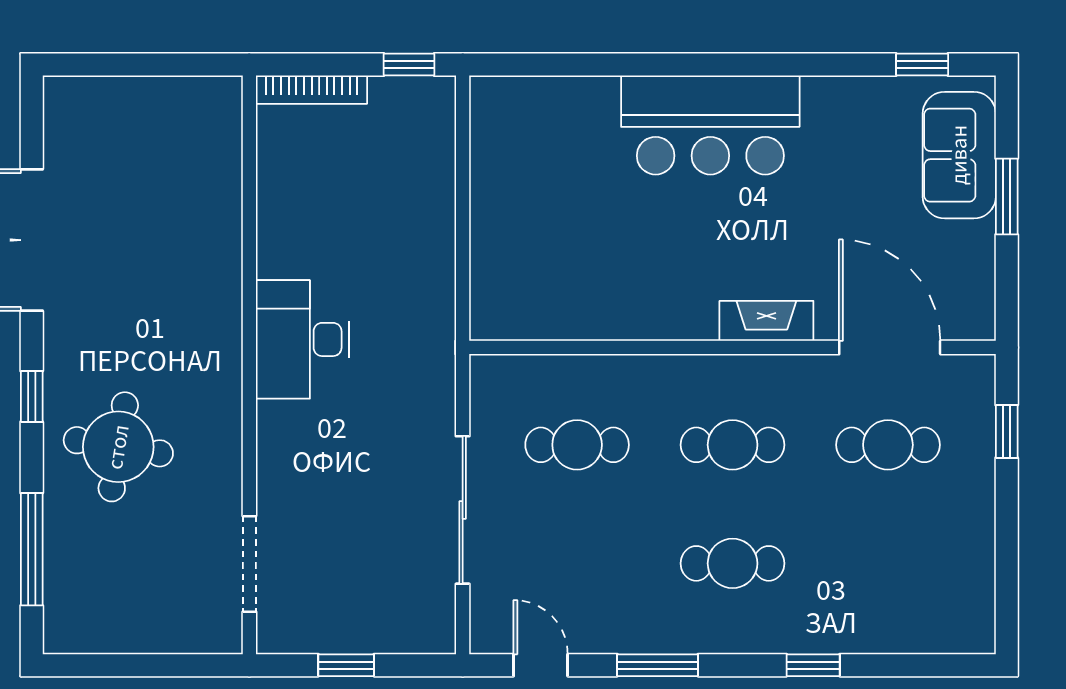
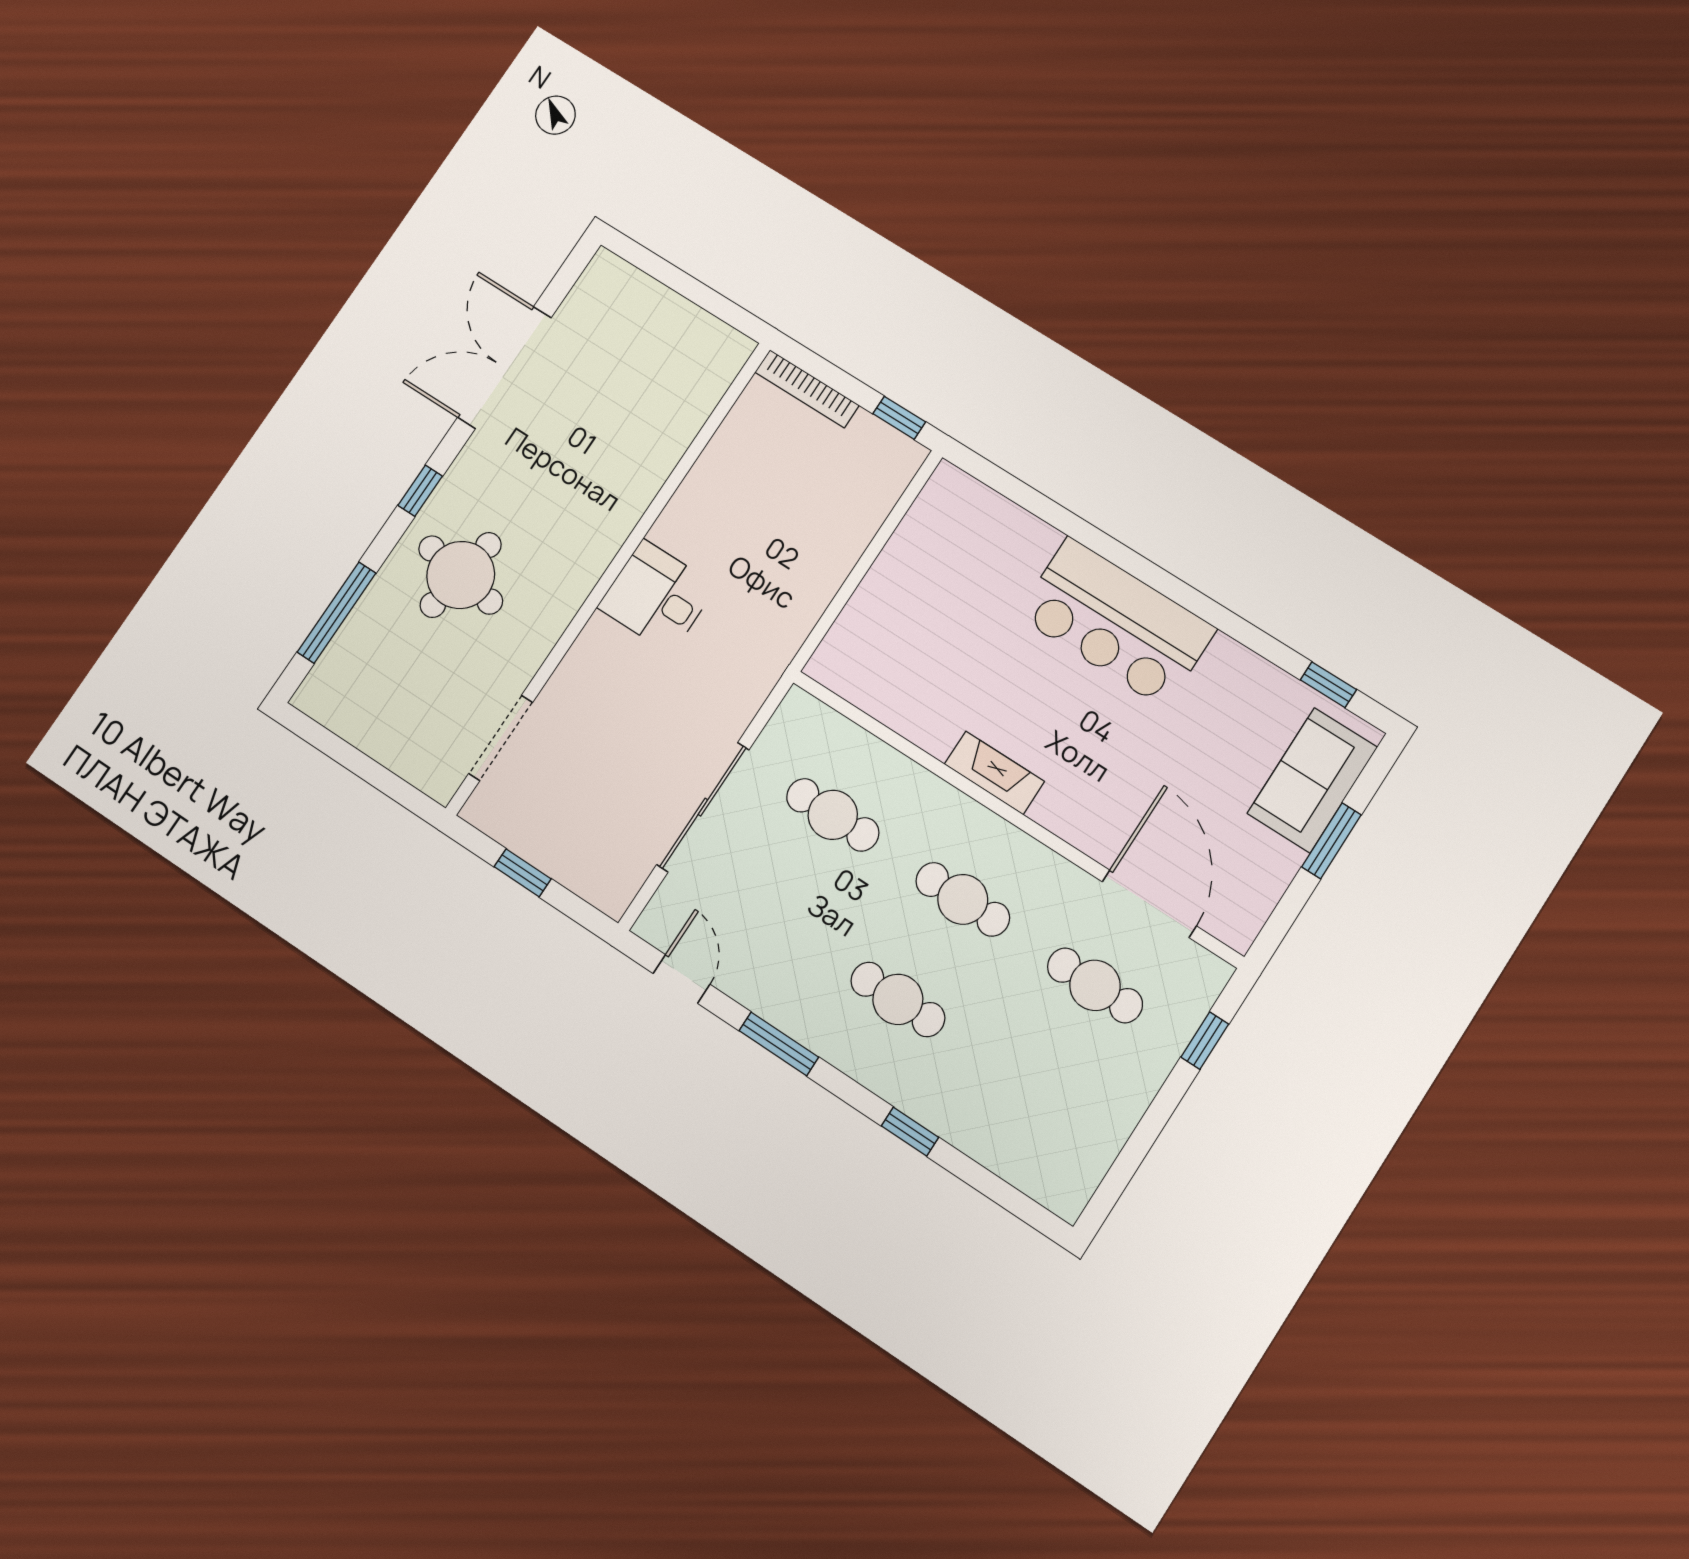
fireplace: (766, 321) -> (994, 773), moved
desk: (302, 339) -> (657, 597), width x0.73

